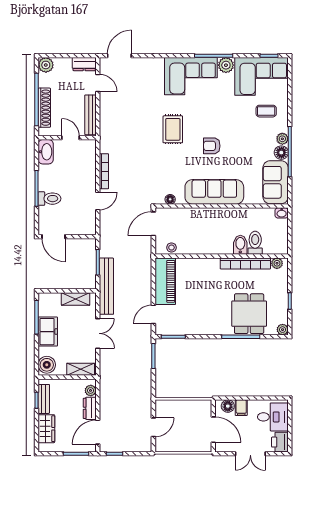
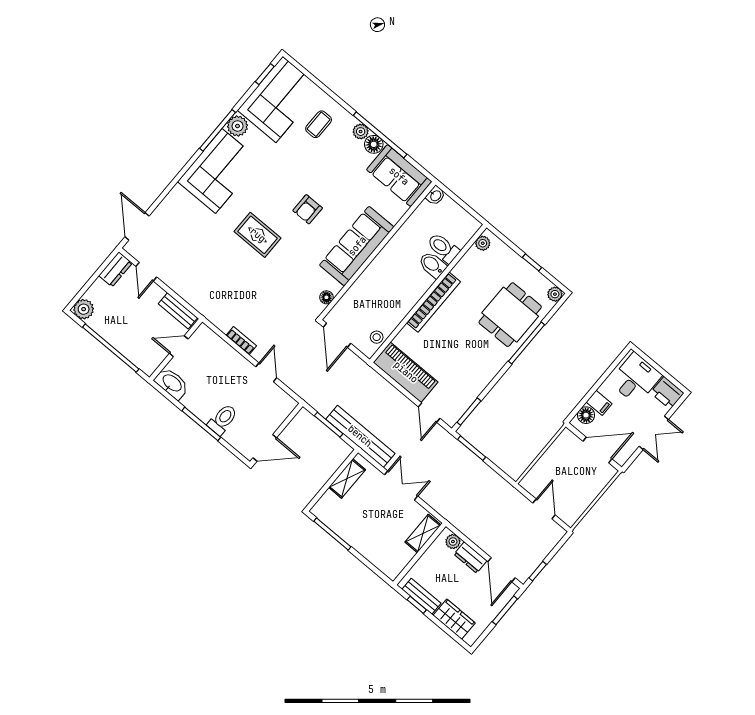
door: (98, 83) -> (146, 272), swing flipped
shoe rack: (44, 108) -> (126, 347), removed
bench: (90, 115) -> (178, 311), width x0.73
bookcase: (104, 171) -> (241, 341), width x0.64
bookcase: (245, 263) -> (434, 302), moved
dining table: (249, 314) -> (510, 315), turned 90
freezer: (48, 332) -> (356, 535), removed
boiler: (47, 365) -> (389, 564), removed

